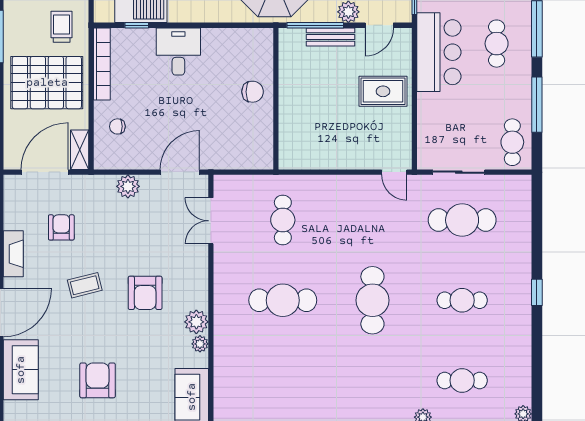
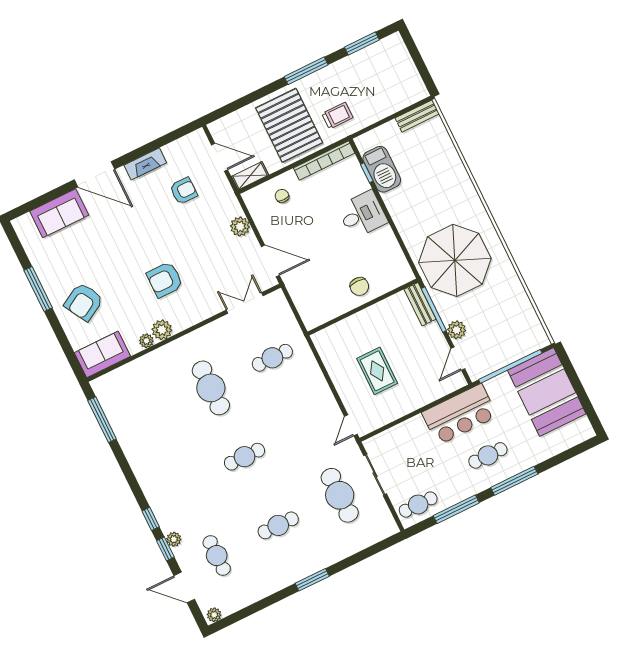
door: (379, 25) -> (458, 359), hinge flipped
bench: (330, 37) -> (420, 304), moved
rug: (383, 91) -> (377, 371), moved
door: (45, 172) -> (220, 157), width x0.73
coffee table: (85, 285) -> (148, 230), removed
window: (537, 292) -> (312, 580), width x1.50
cafe table: (372, 300) -> (245, 457), width x0.73, depth x0.74
cafe table: (462, 300) -> (278, 525), turned 90
armchair: (98, 380) -> (84, 302), moved, turned 150

